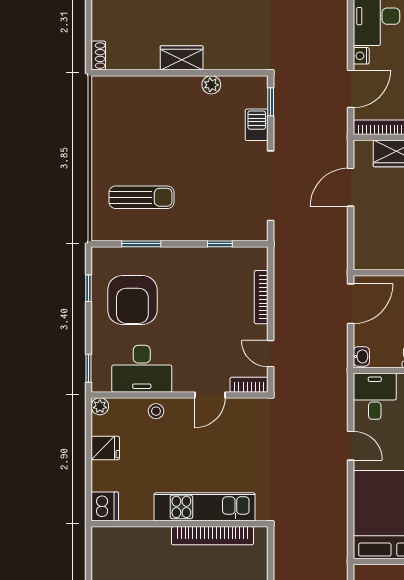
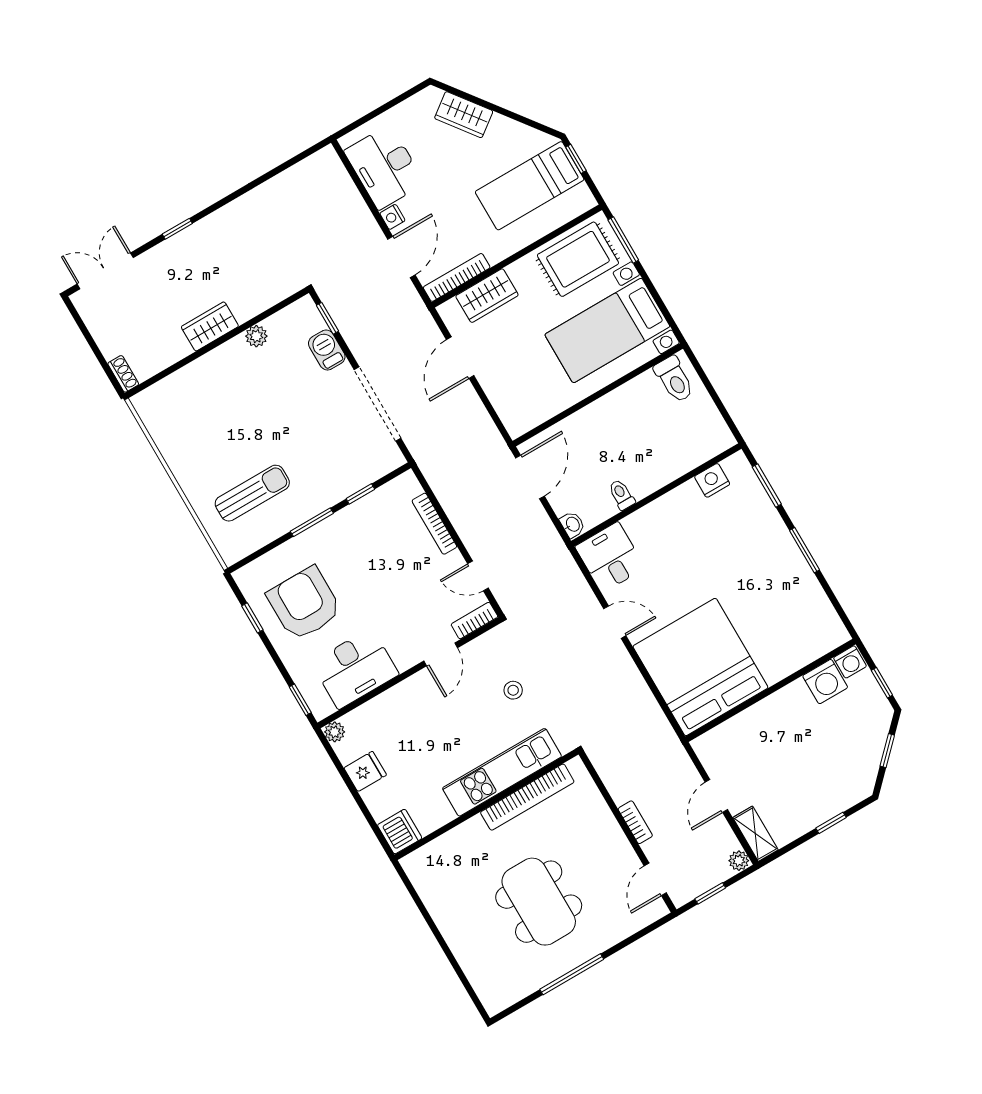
window: (141, 244) -> (312, 522), moved
armchair: (132, 300) -> (304, 604), turned 180
stool: (156, 411) -> (513, 690), moved

